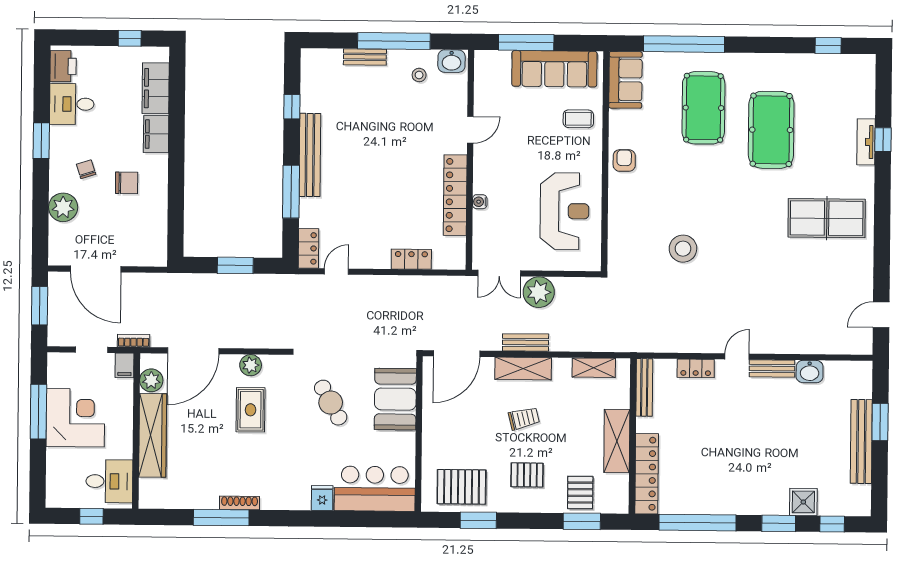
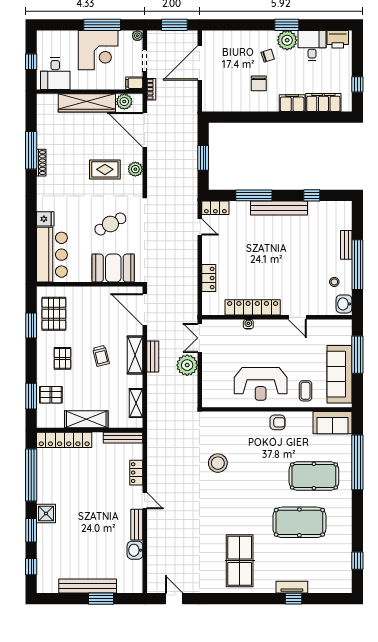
plant: (63, 207) -> (287, 40), moved
reception desk: (564, 211) -> (261, 384), moved
plant: (55, 360) -> (137, 36), added
shower: (803, 502) -> (46, 514), moved

